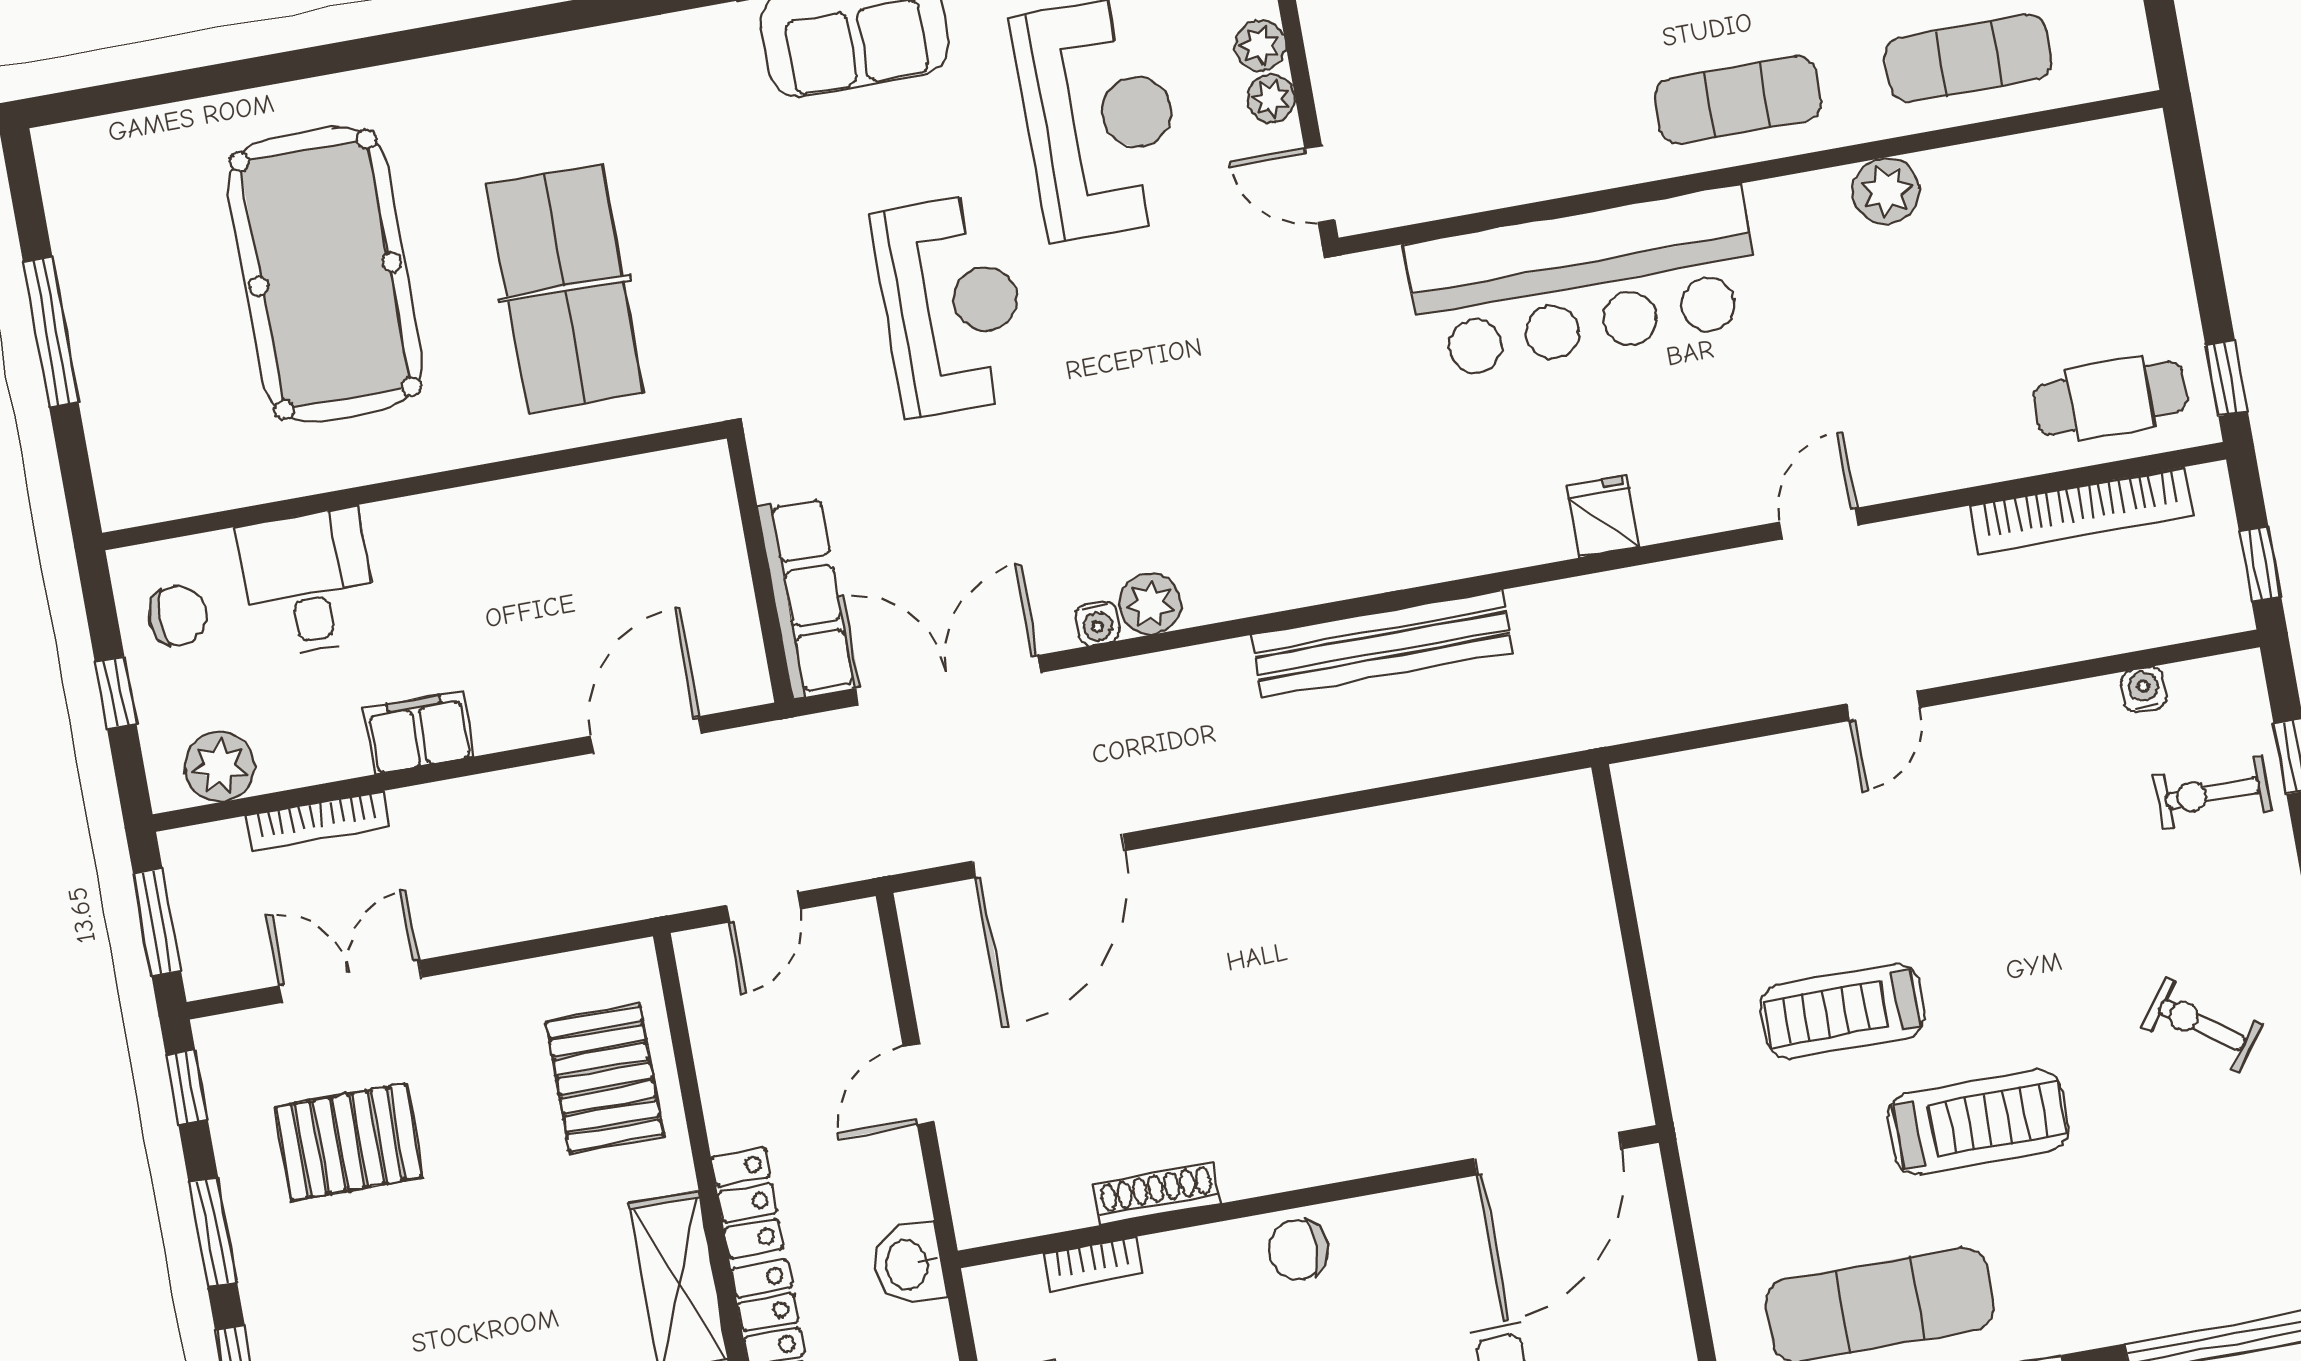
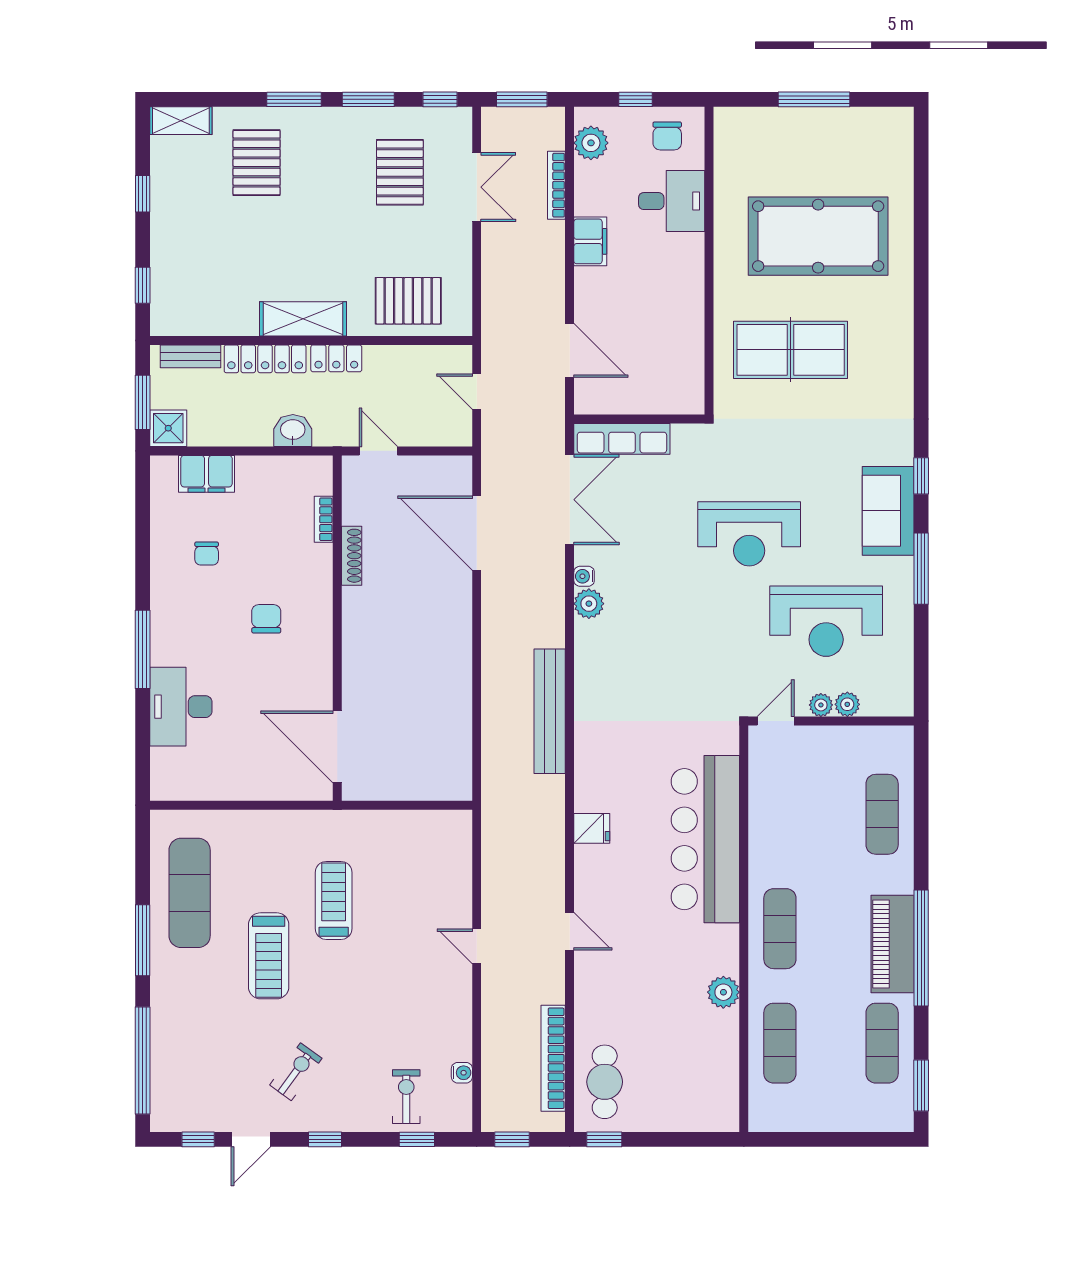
door: (1548, 1154) -> (337, 747), moved
shoe rack: (1157, 1194) -> (352, 556), moved
wall: (1308, 1197) -> (337, 628), moved
bookcase: (1093, 1264) -> (324, 519), moved

